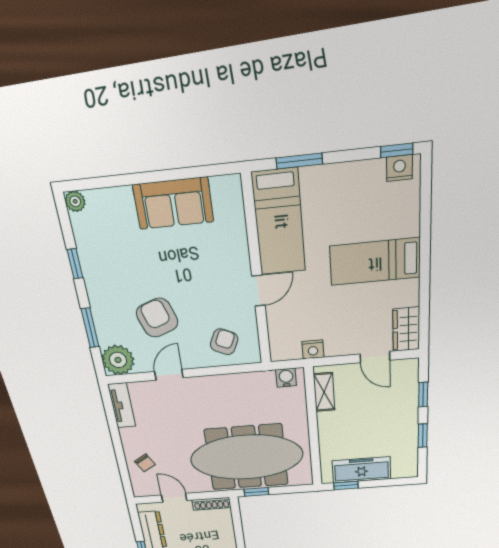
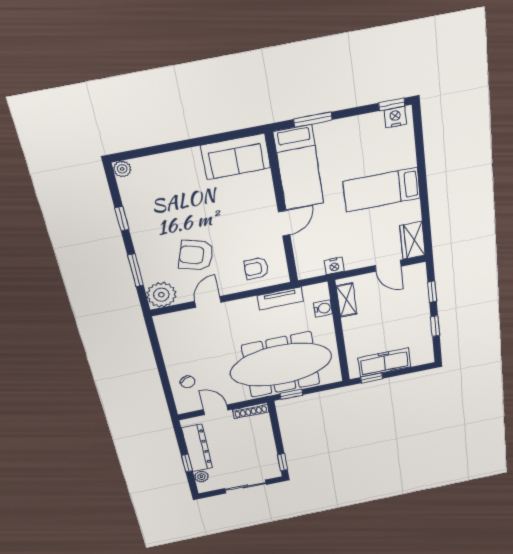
sofa: (173, 203) -> (236, 157), moved
armchair: (157, 318) -> (196, 255), turned -53
armchair: (224, 342) -> (256, 268), turned -115
water cooler: (286, 378) -> (323, 308), moved, turned 90
tv unit: (122, 405) -> (280, 298), moved, turned 90

